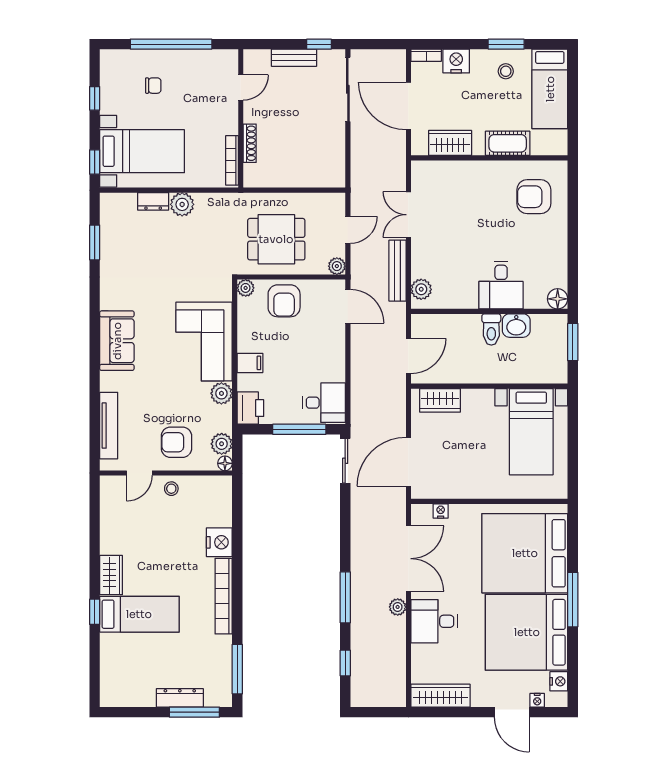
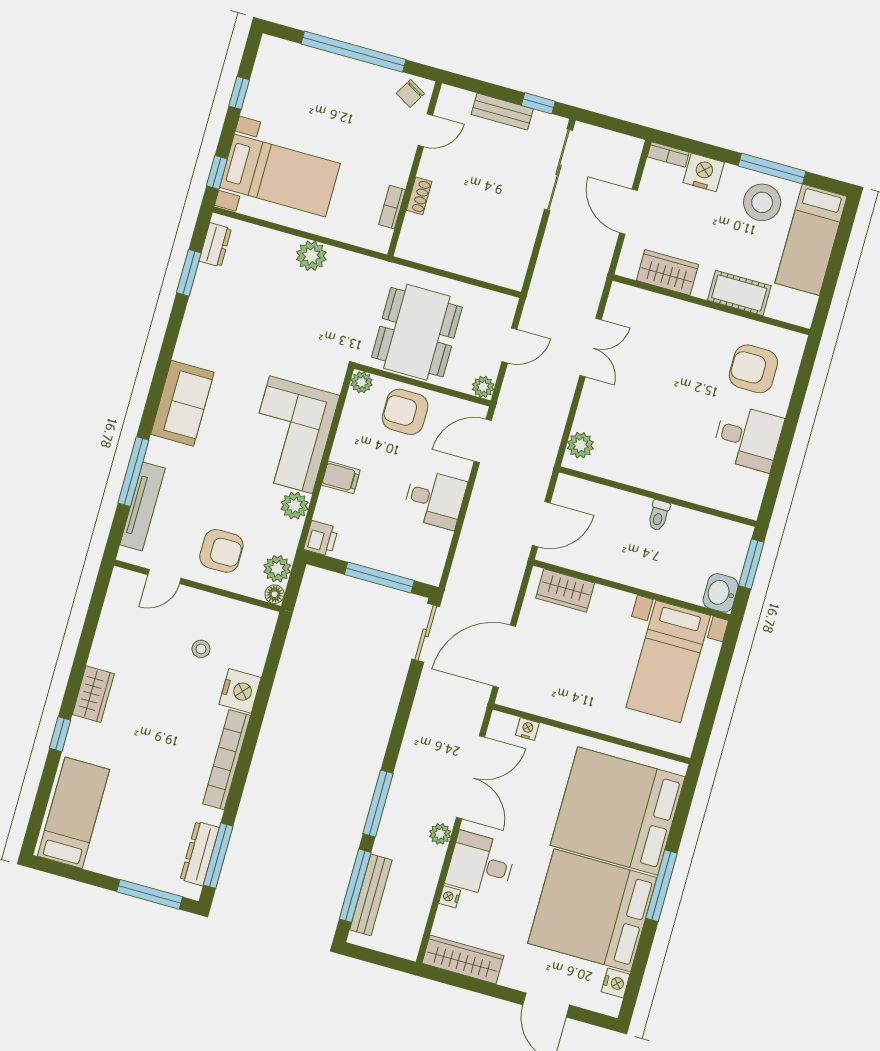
window: (506, 44) -> (772, 169), width x1.44
stool: (506, 71) -> (762, 202), width x1.89, depth x1.89
chair: (153, 86) -> (410, 93), moved, turned 120
door: (408, 106) -> (628, 212), width x0.73
shoe rack: (250, 143) -> (419, 196), width x0.70
bookcase: (232, 160) -> (392, 207), width x0.64
dresser: (153, 201) -> (215, 245), moved, turned -90
double door: (408, 215) -> (591, 348), swing flipped
dining table: (276, 239) -> (417, 332), width x1.38
bench: (398, 271) -> (371, 895), moved
desk: (501, 285) -> (748, 438), moved, turned -90
floor lamp: (558, 299) -> (747, 505), removed
armchair: (284, 301) -> (405, 412), turned 90
door: (348, 306) -> (483, 441), swing flipped
washbasin: (516, 326) -> (721, 593), moved, turned 90
toilet: (491, 329) -> (659, 515), width x0.73, depth x0.72
window: (95, 402) -> (133, 472), added
desk: (324, 403) -> (435, 499), moved
printer: (250, 408) -> (321, 539), width x0.73, depth x0.81
armchair: (176, 442) -> (221, 551), turned 180
stool: (171, 489) -> (201, 649), moved
bed: (139, 614) -> (74, 813), moved, turned -90
window: (345, 663) -> (355, 886), width x2.17
dresser: (180, 698) -> (200, 853), moved, turned -90
nightstand: (537, 700) -> (450, 897), moved, turned 90

